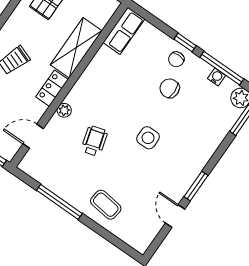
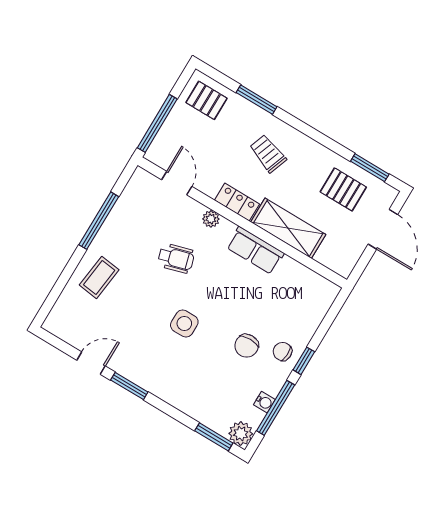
row of seats: (124, 31) -> (255, 250), moved
chair: (170, 88) -> (247, 346), turned 180

